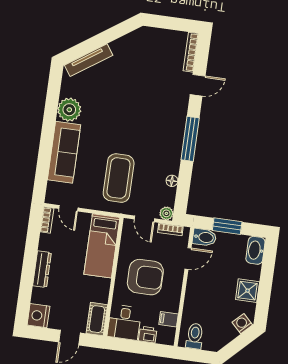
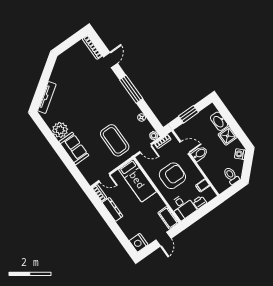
sofa: (64, 152) -> (74, 148), width x0.73
bidet: (204, 237) -> (200, 154), moved
washbasin: (255, 250) -> (219, 121), moved
door: (188, 259) -> (184, 148), hinge flipped
dresser: (42, 269) -> (113, 209), moved
toilet: (195, 336) -> (231, 176), moved

